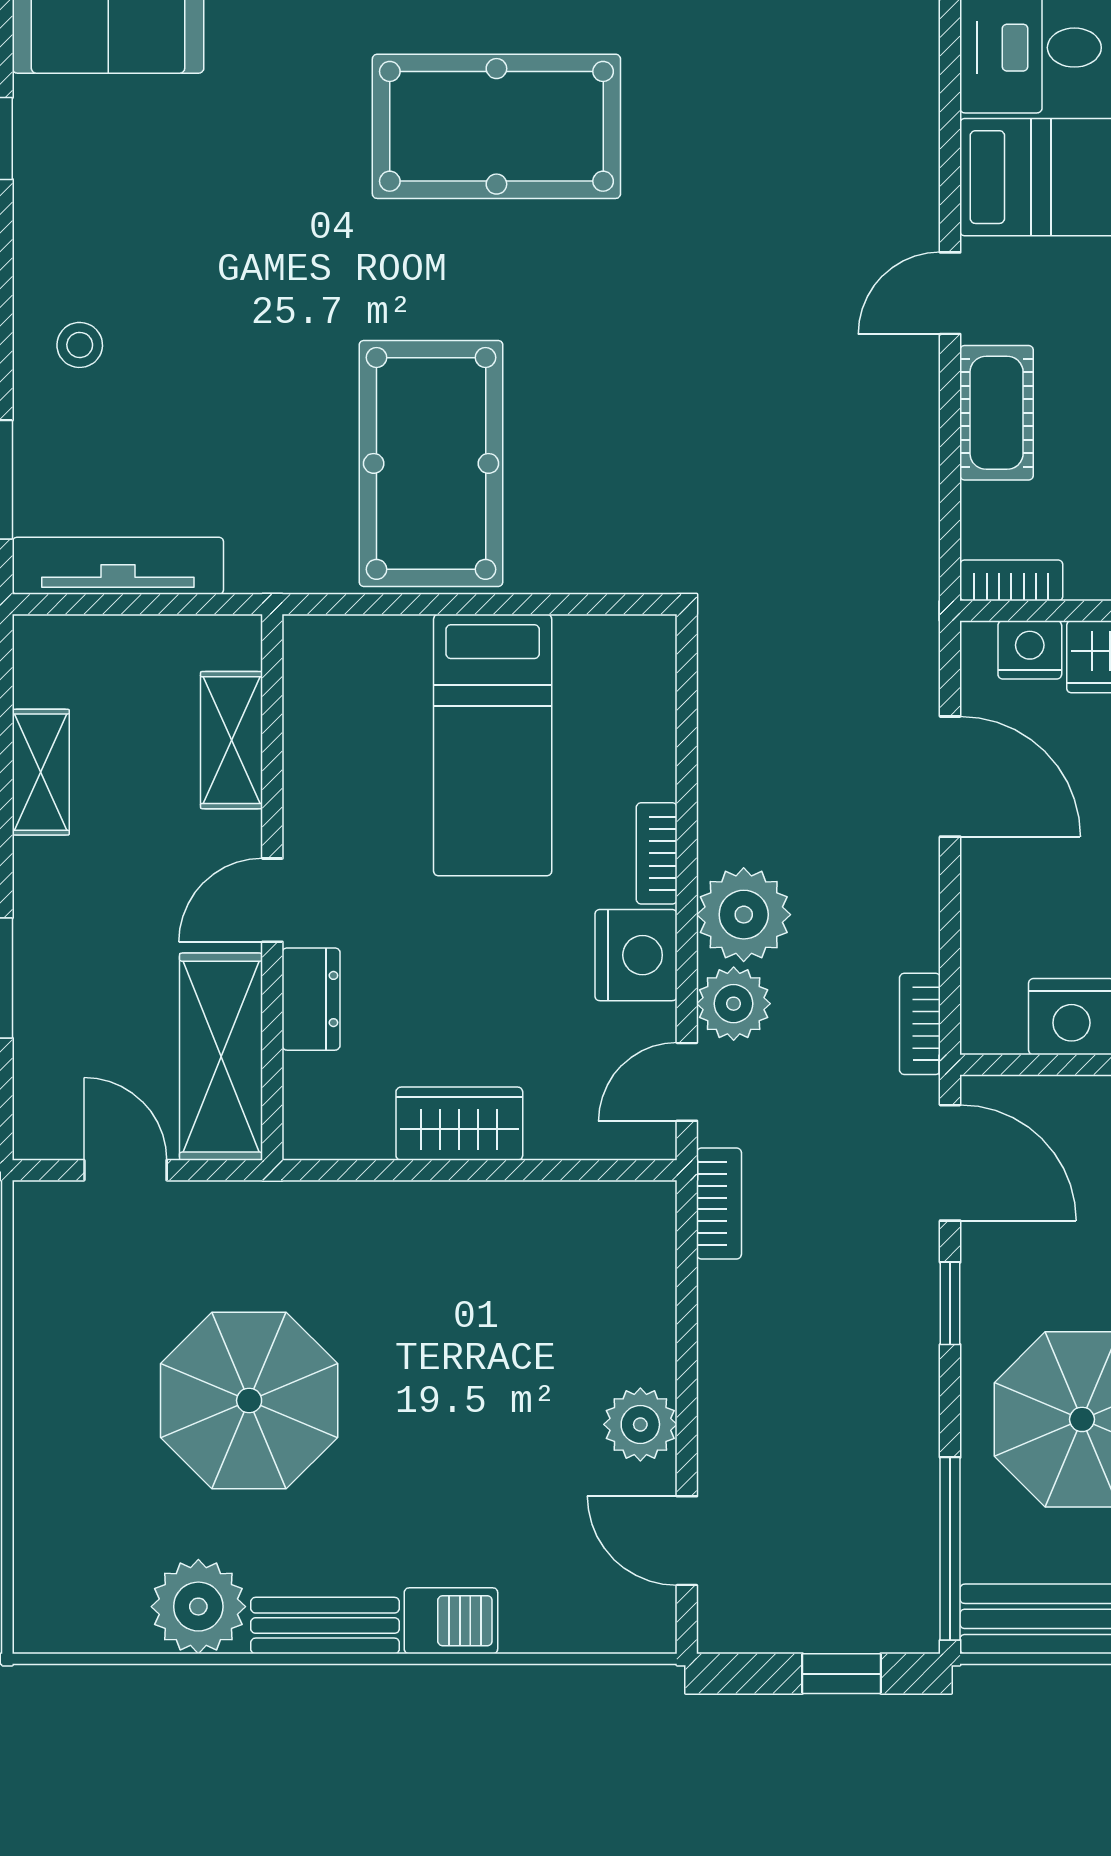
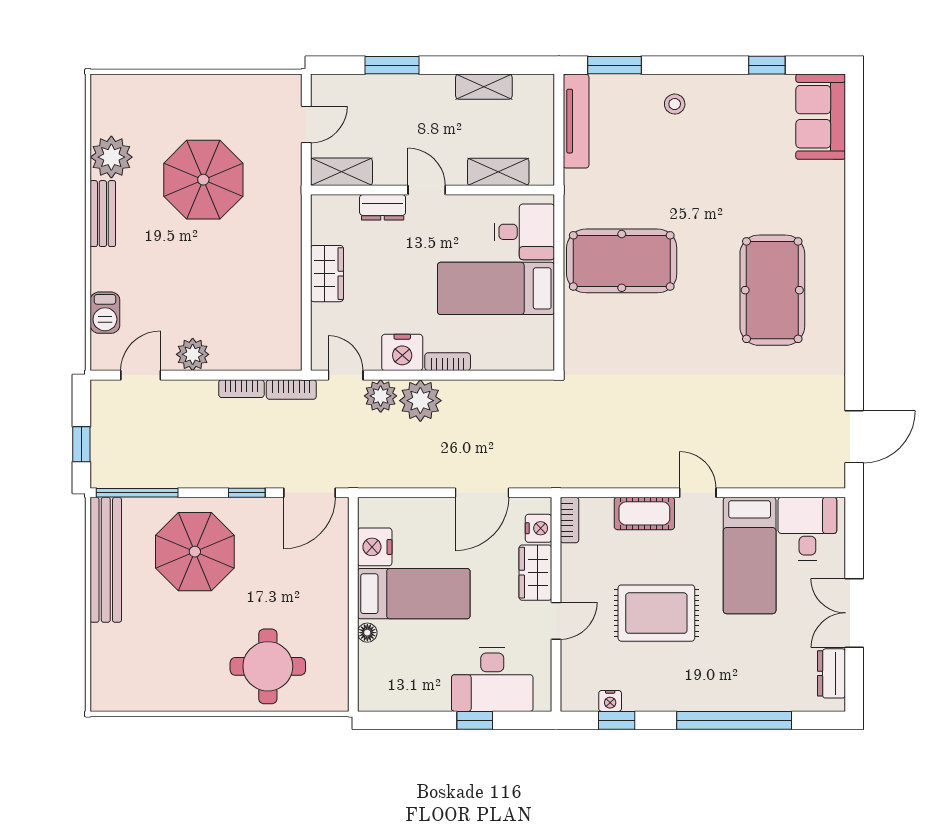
desk: (366, 682) -> (524, 232), added
bookcase: (920, 1024) -> (241, 389), moved, turned 180
shelving: (221, 1057) -> (341, 172), width x0.67, depth x0.75
barbecue: (451, 1621) -> (105, 313), moved

